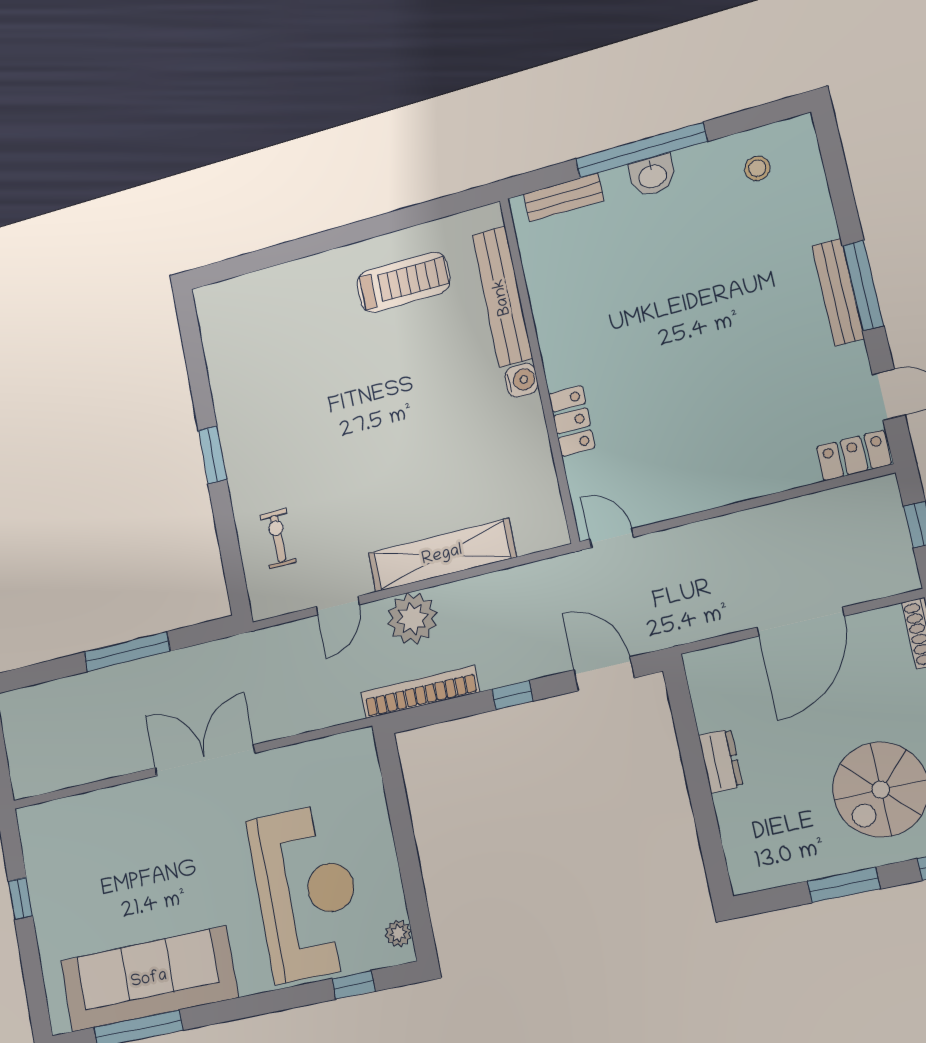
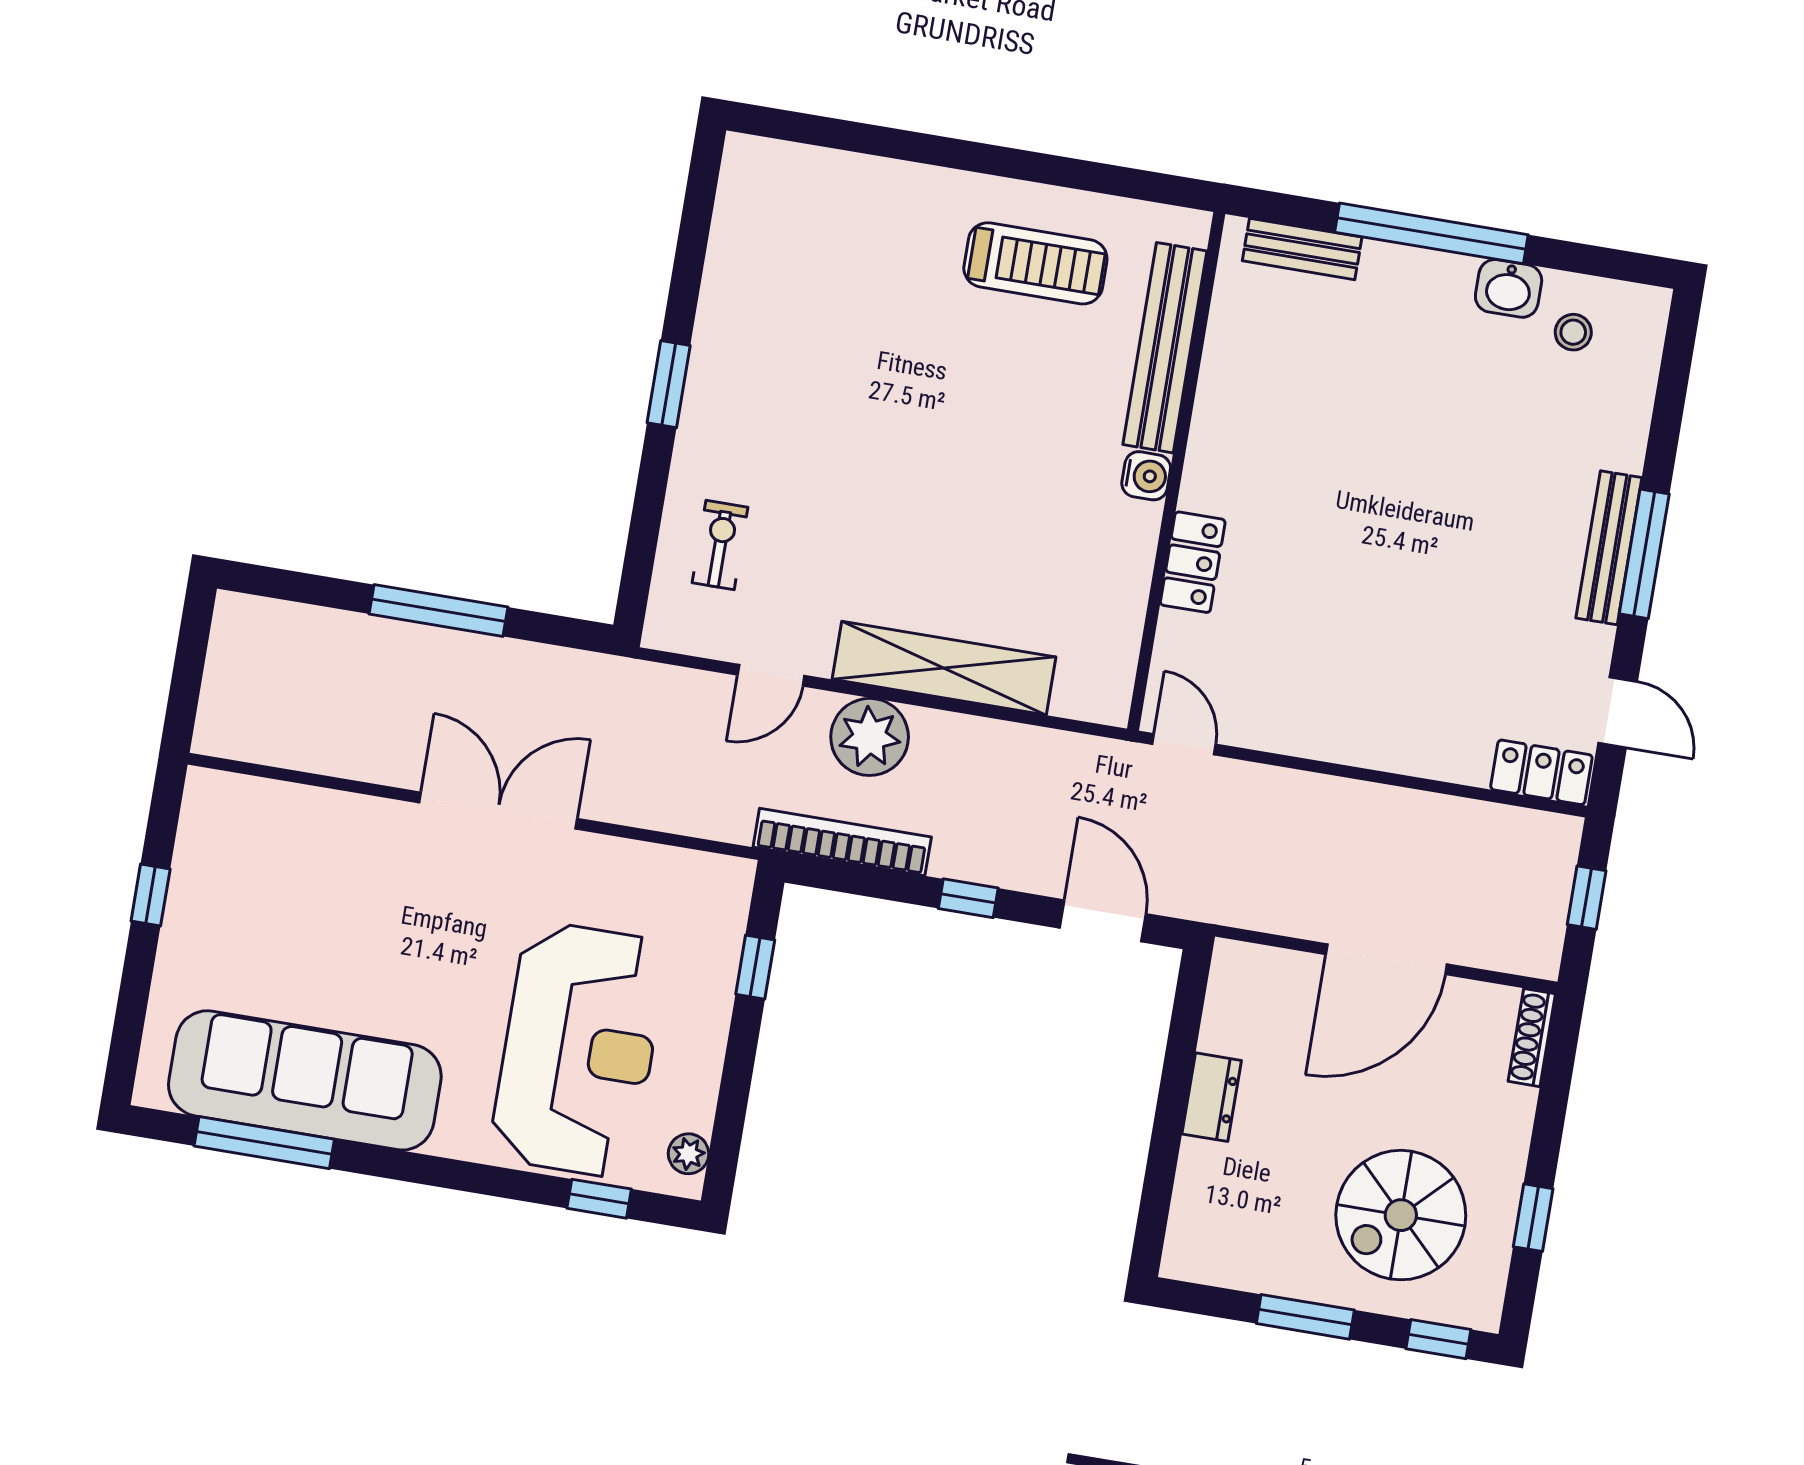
washbasin: (652, 175) -> (1509, 288), moved
window: (396, 795) -> (755, 967), added

